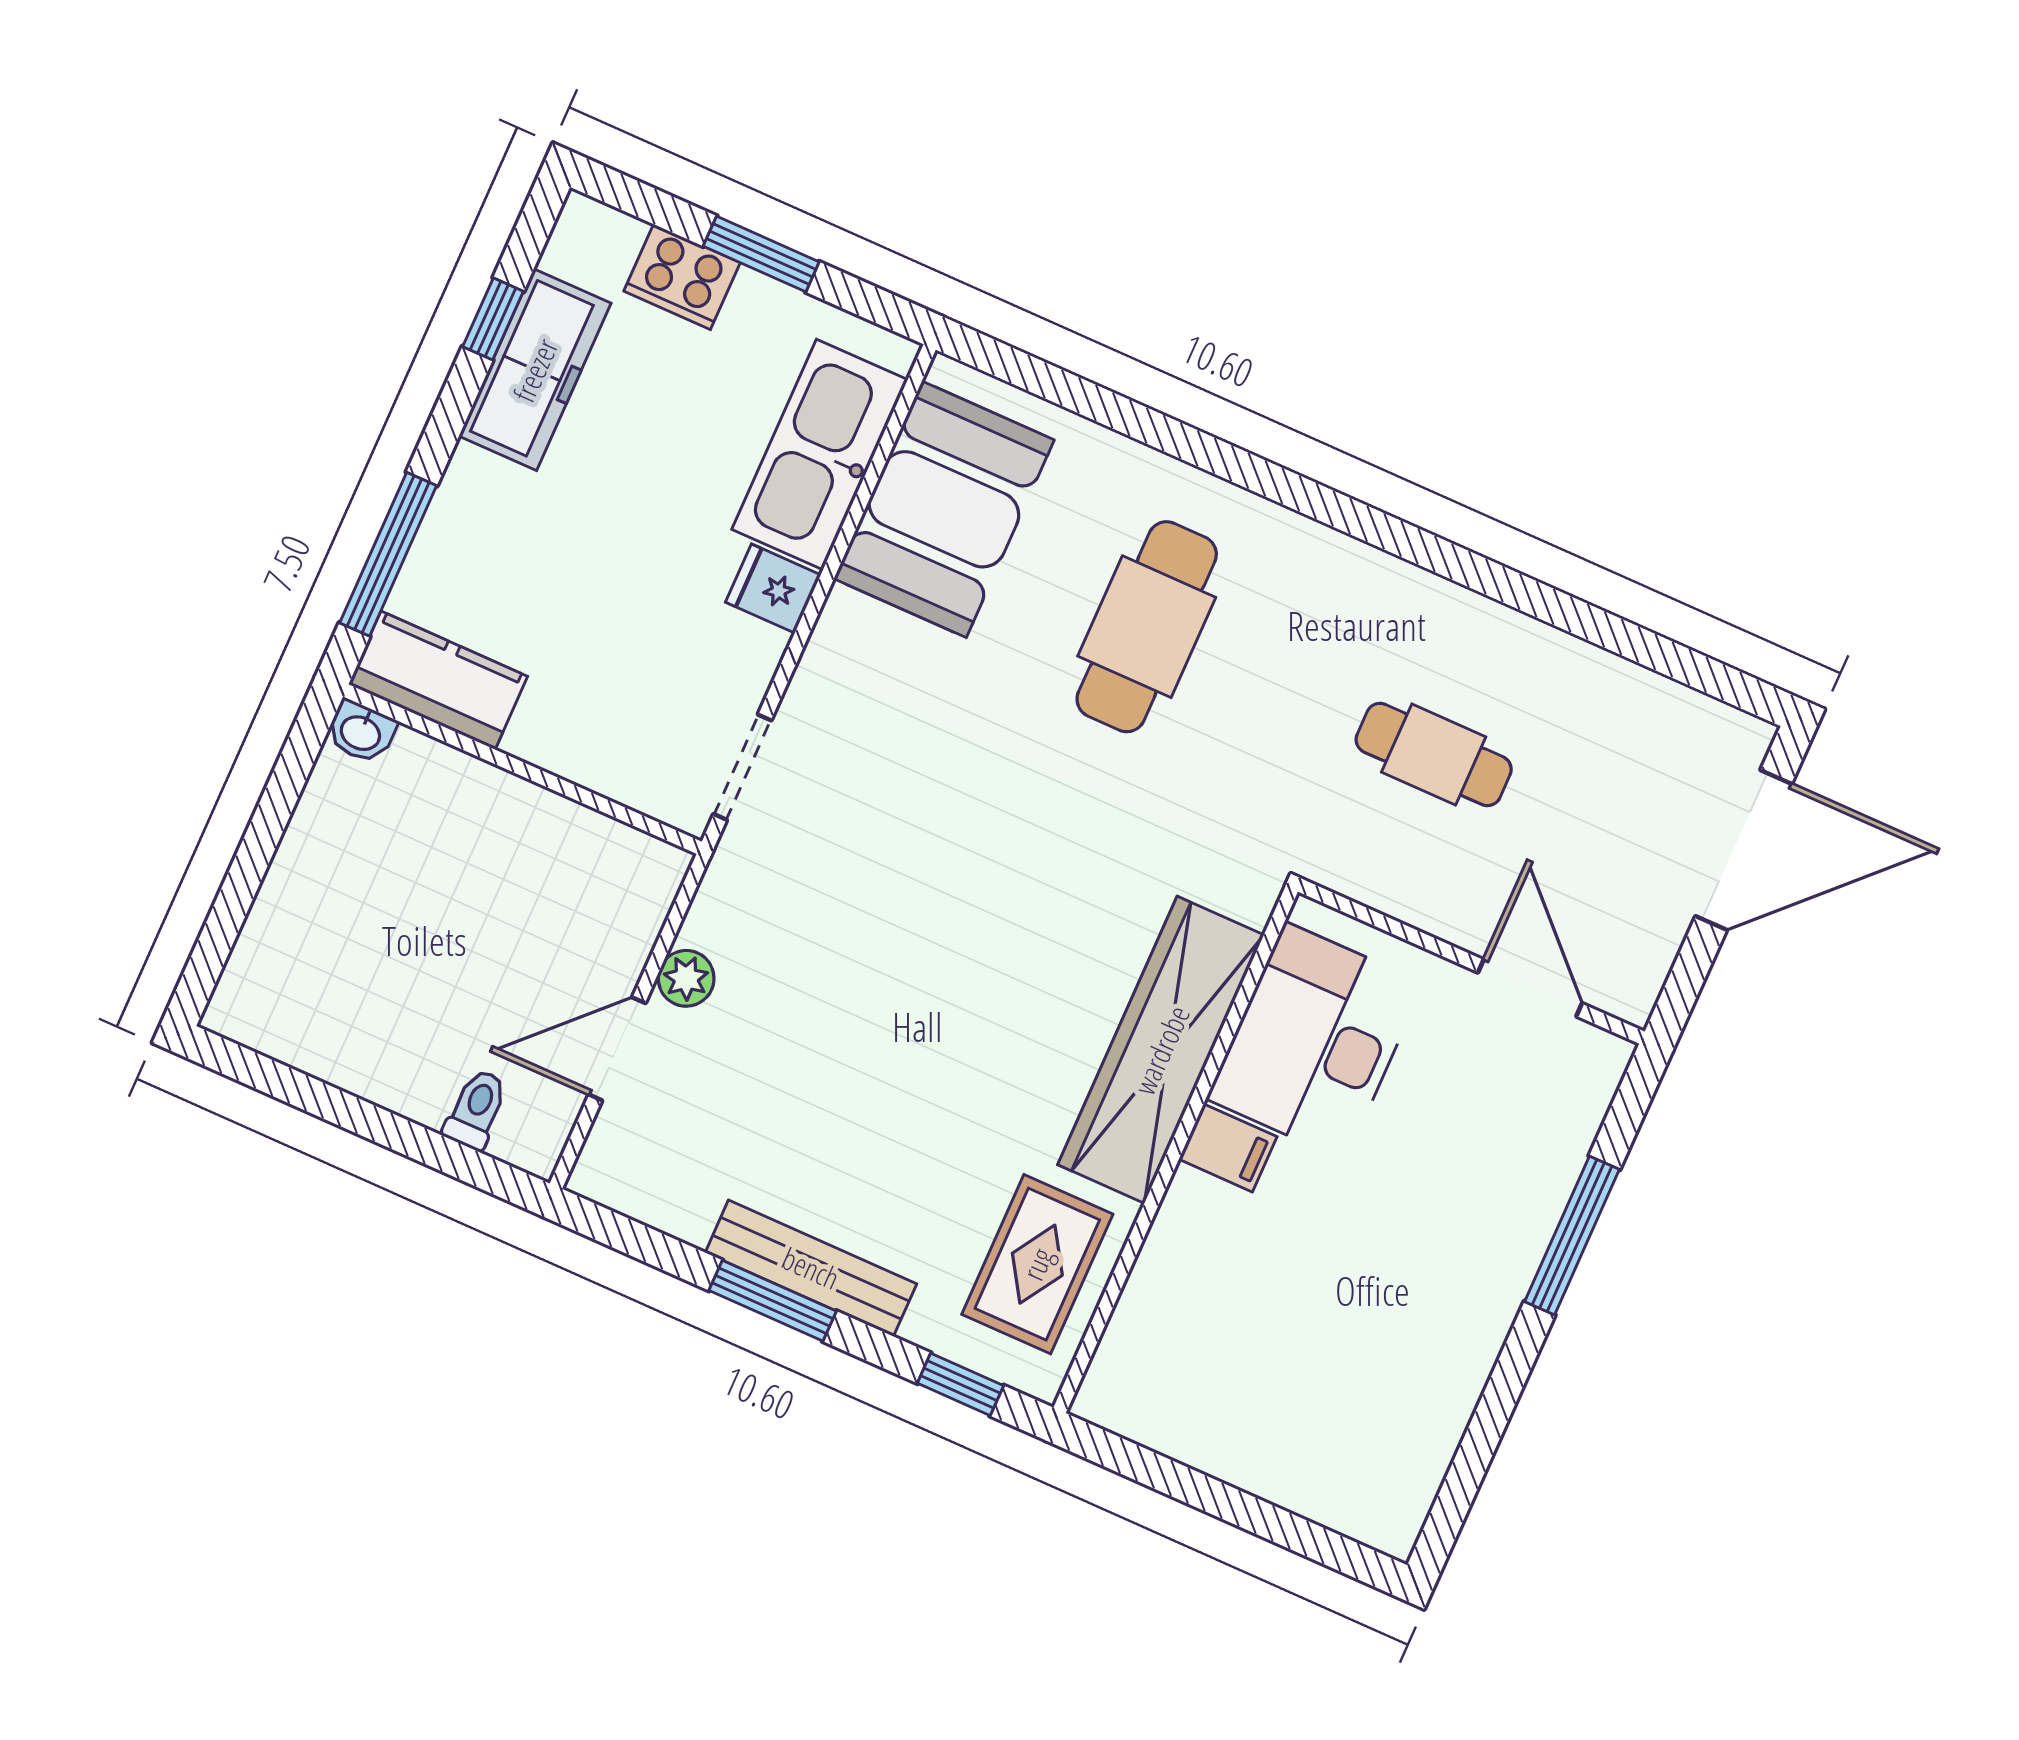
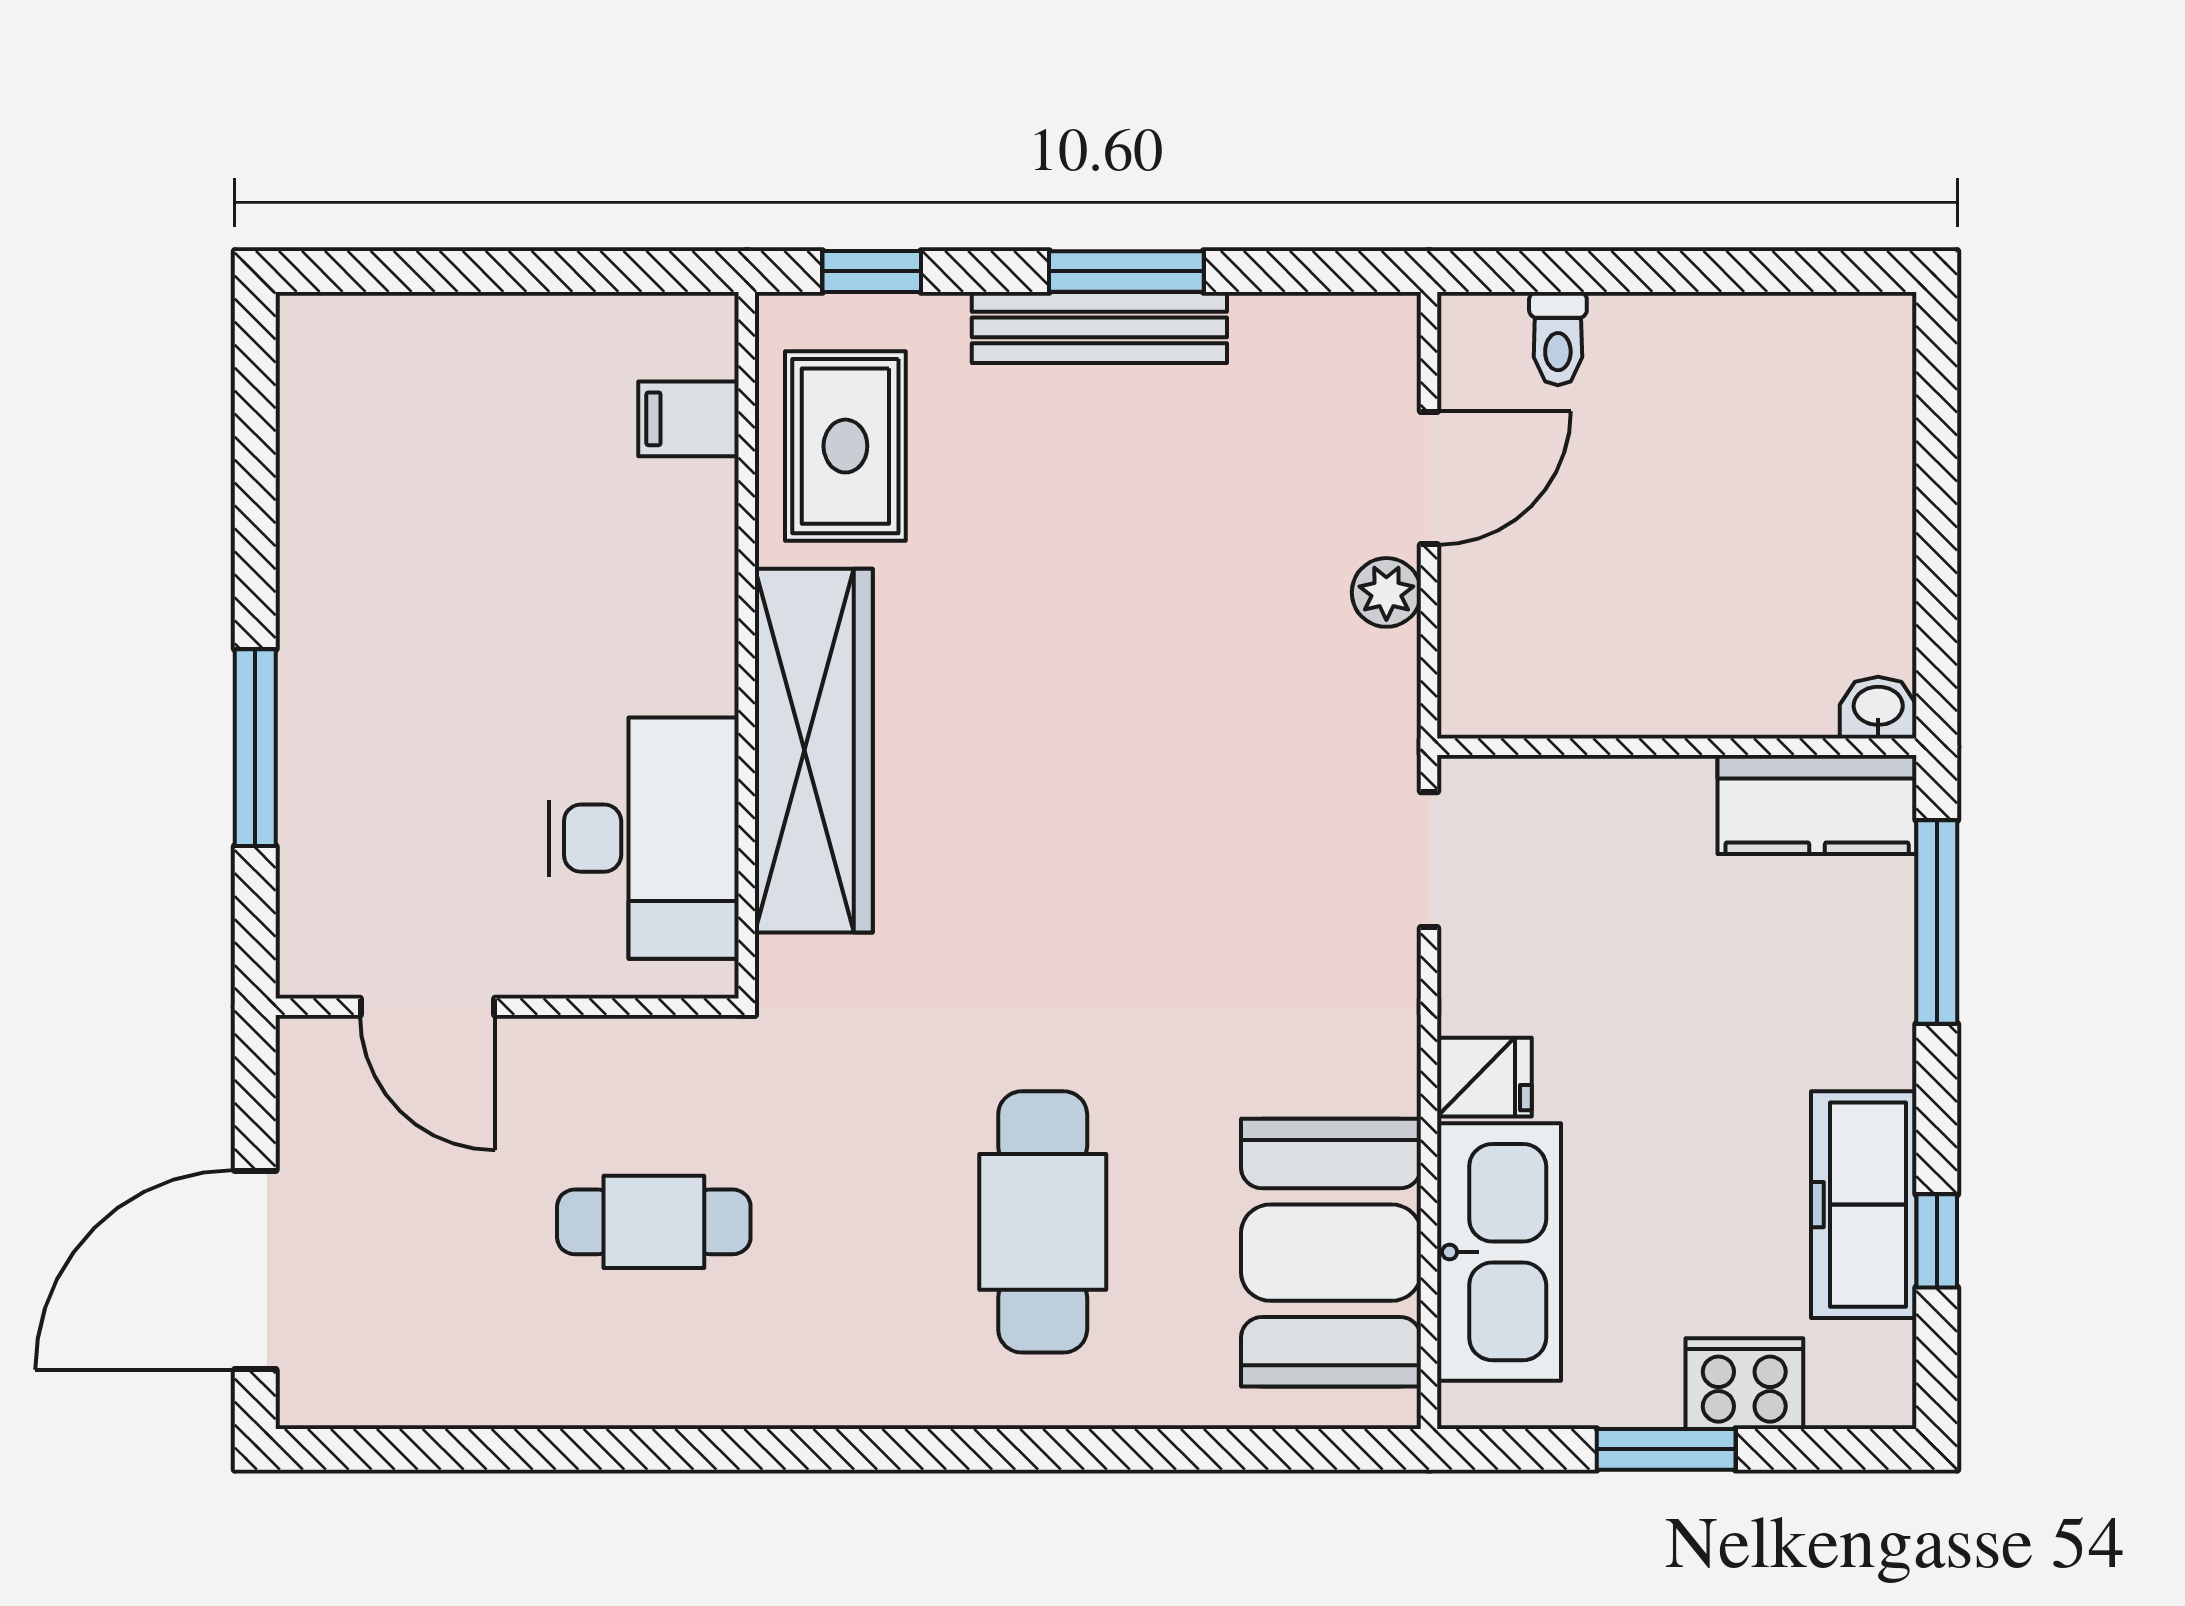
filing cabinet: (1228, 1148) -> (688, 419), moved

